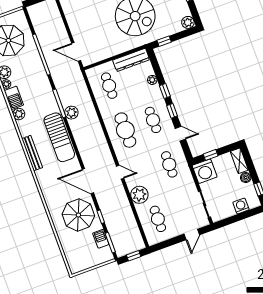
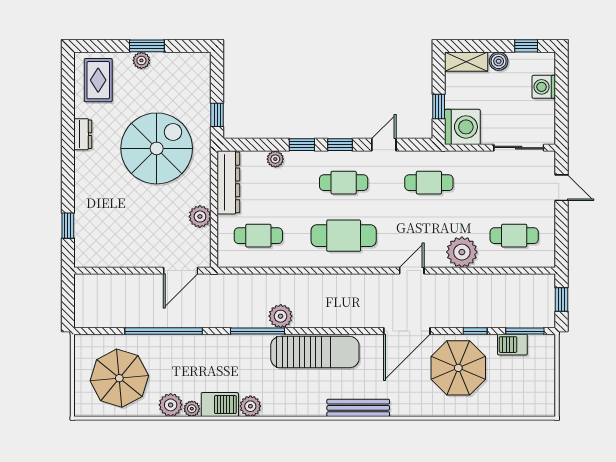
plant: (188, 22) -> (200, 216), moved
bench: (32, 153) -> (358, 408), moved

